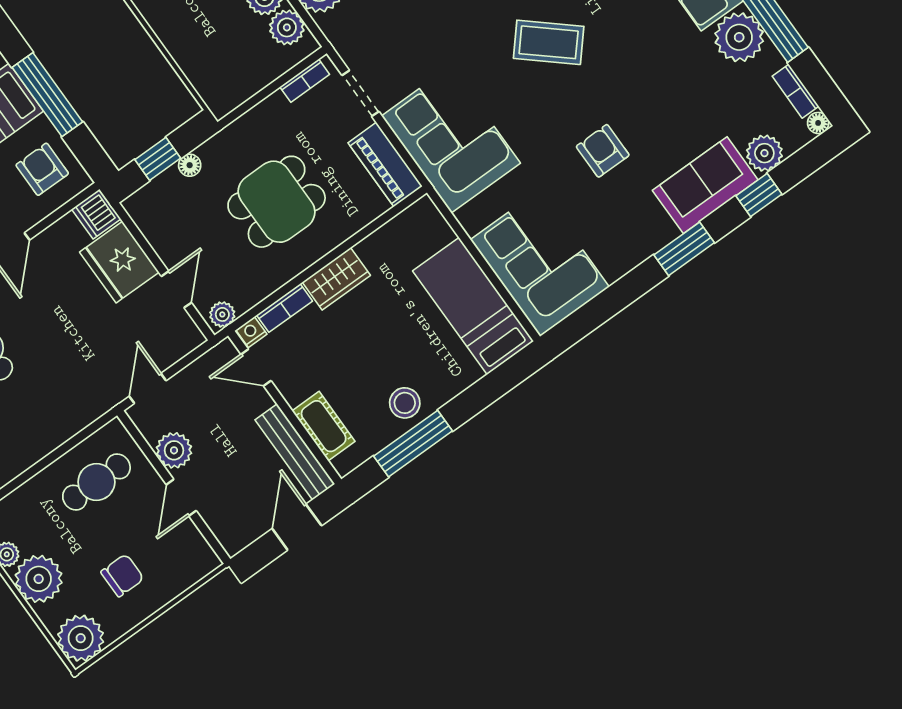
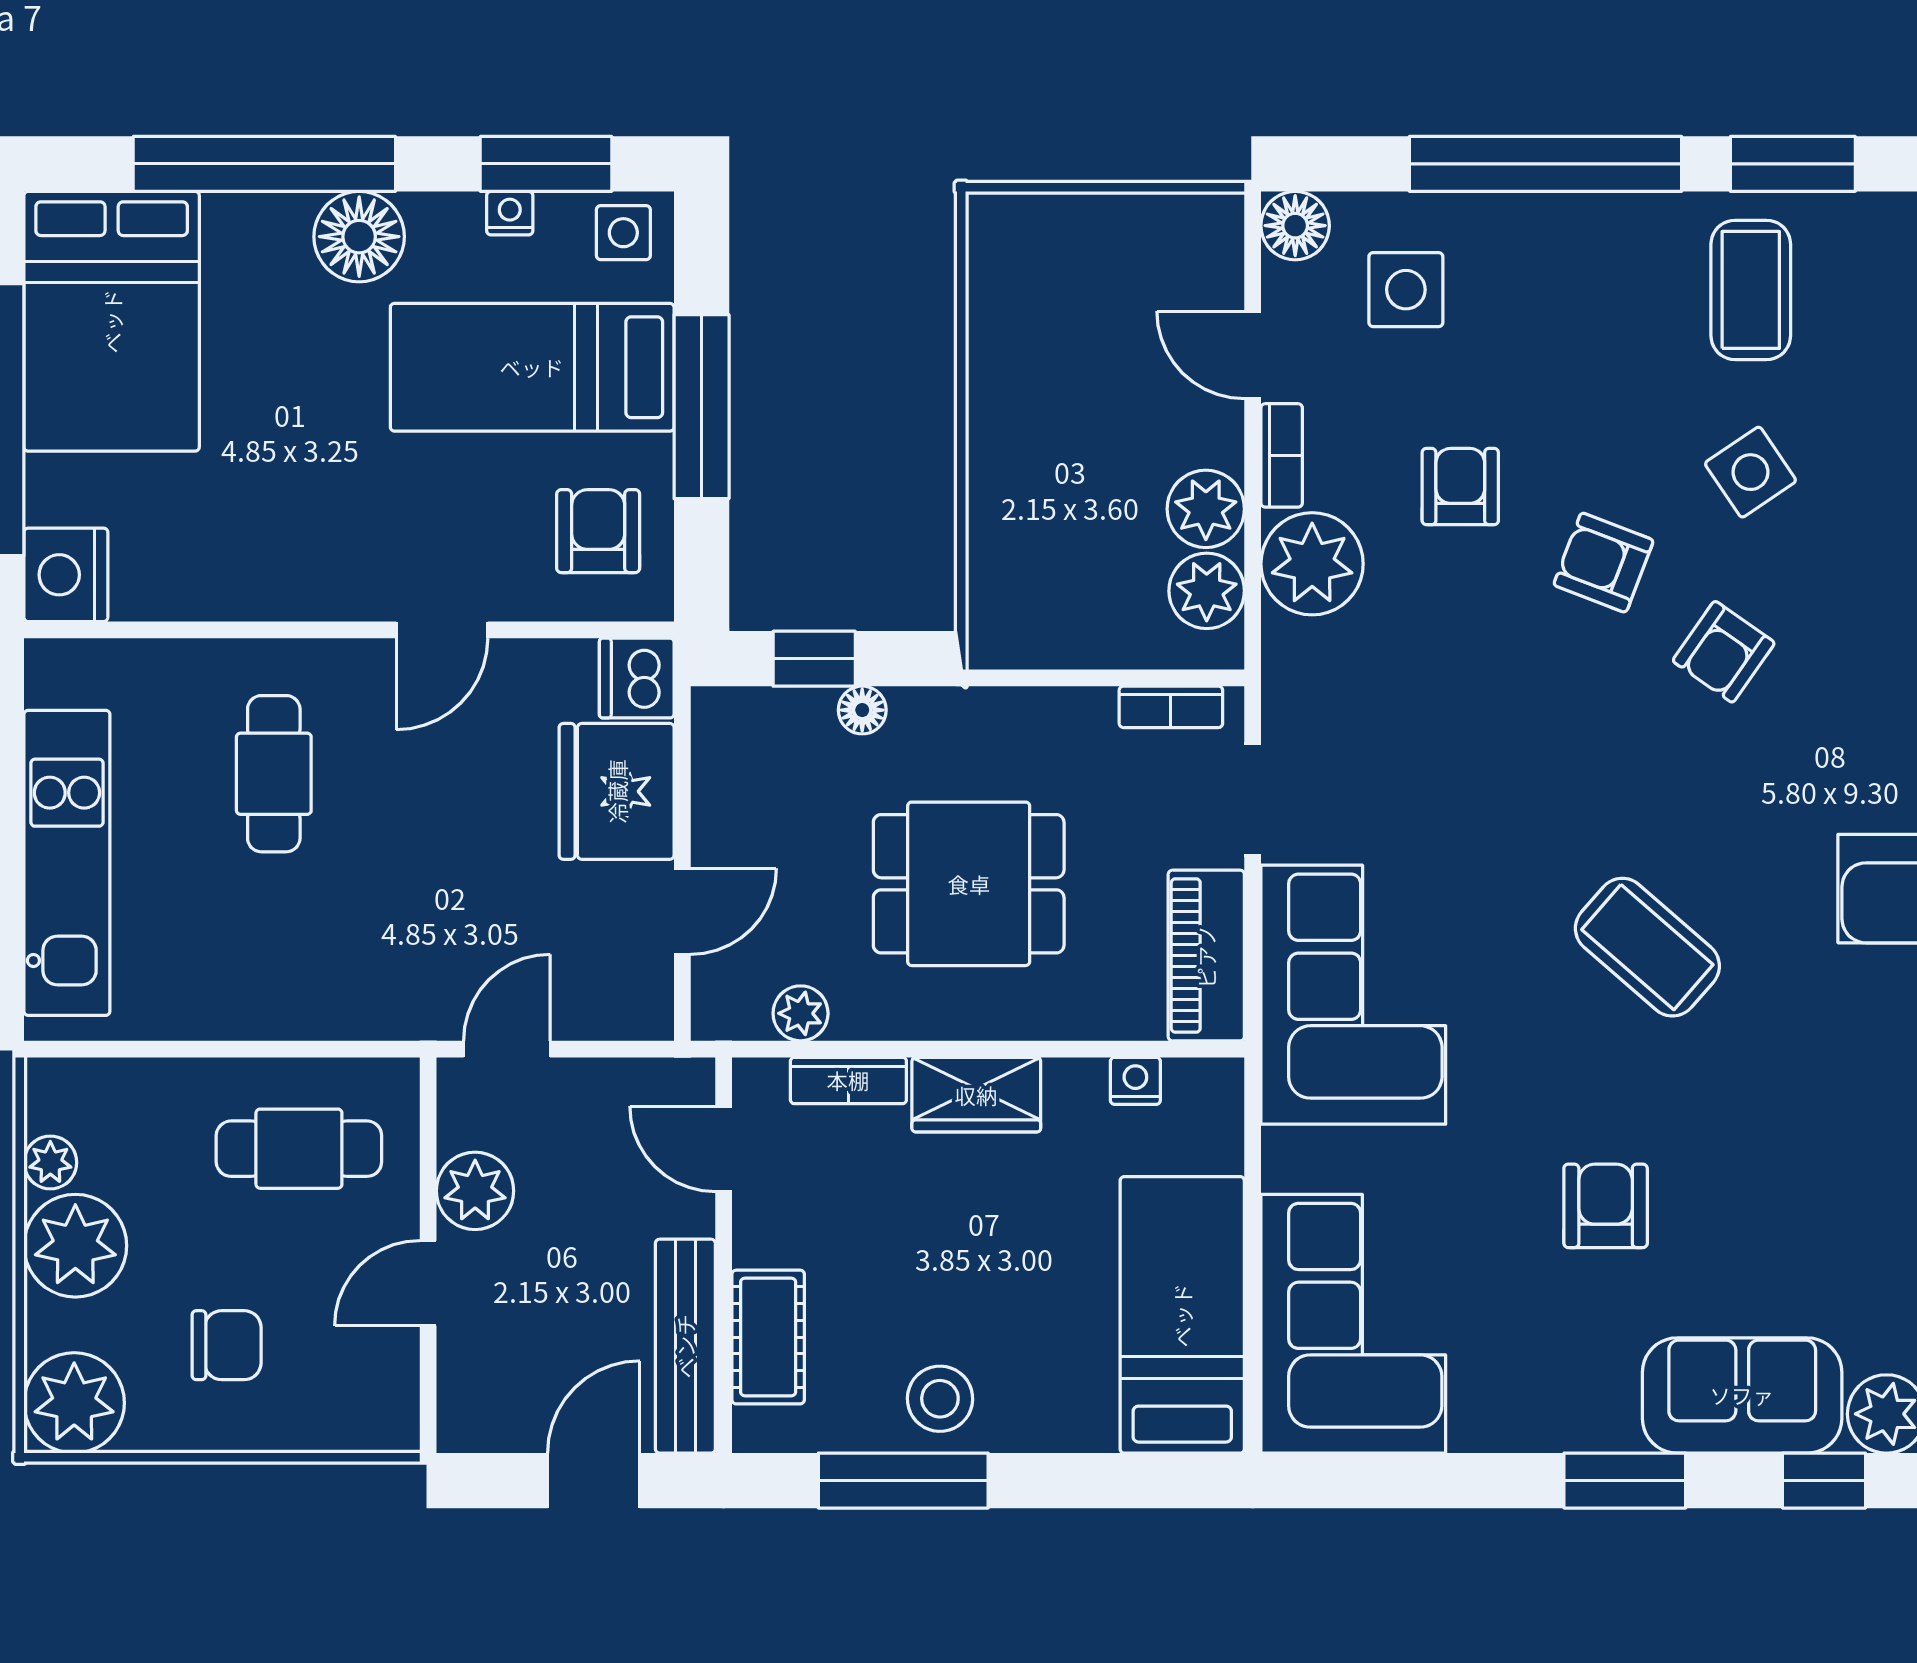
plant: (222, 314) -> (801, 1013), moved
nightstand: (251, 332) -> (1135, 1081), moved

